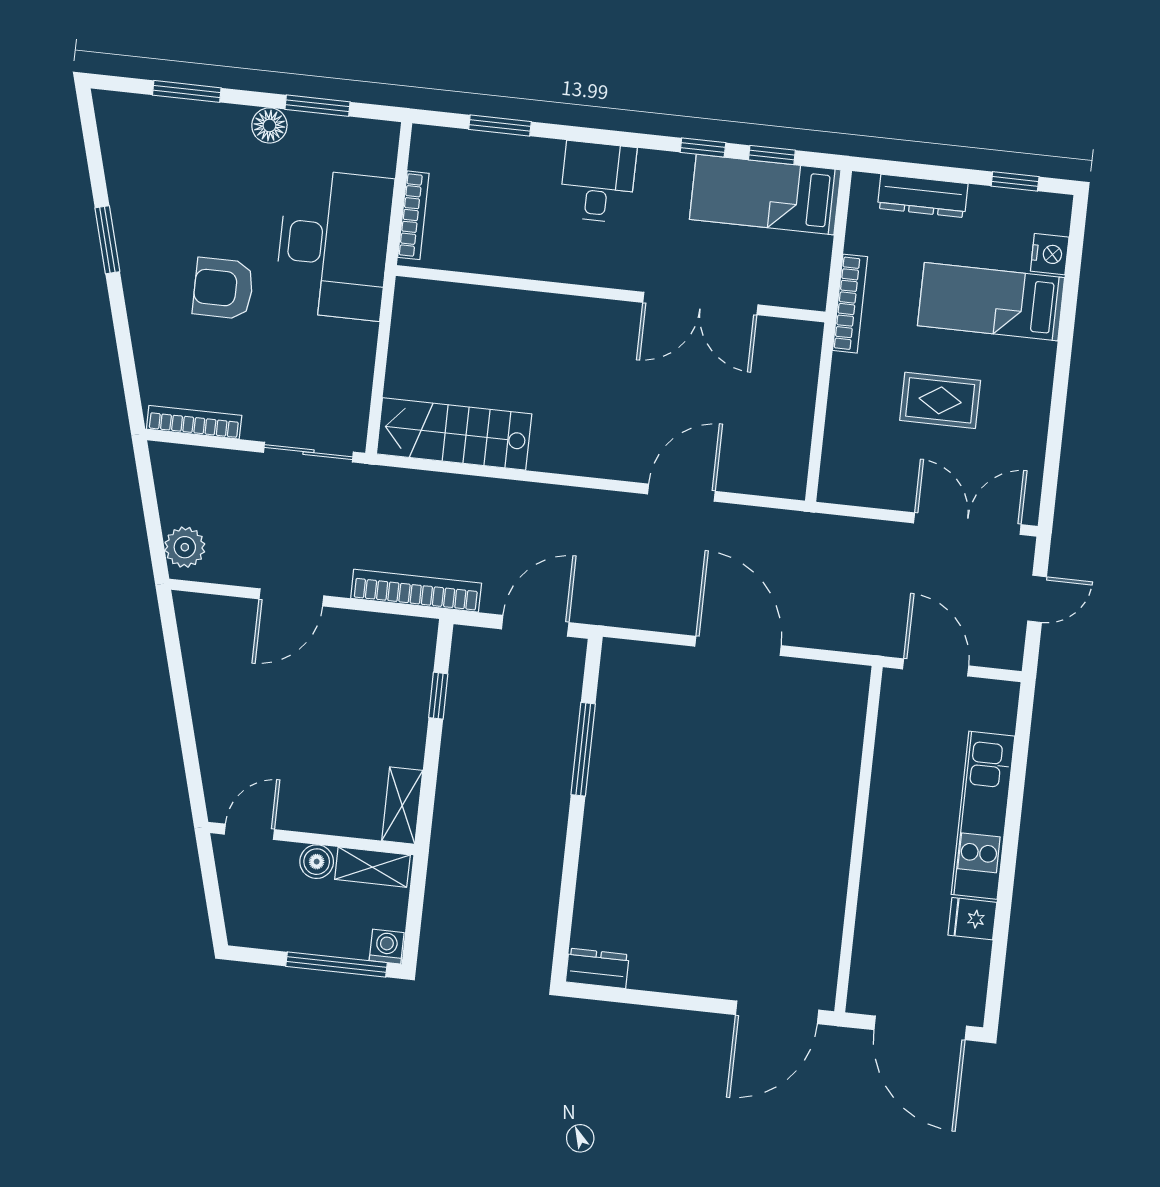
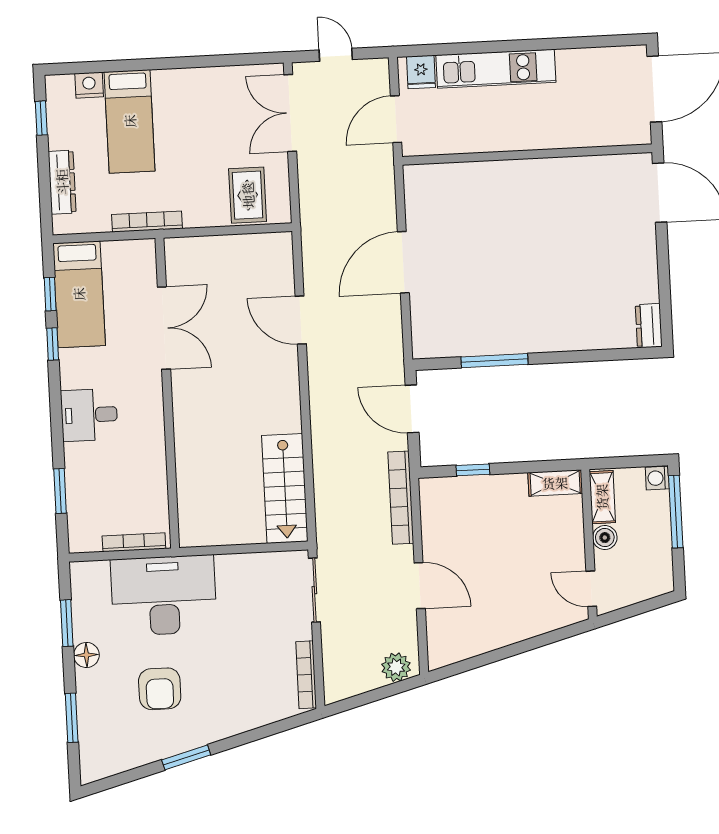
armchair: (223, 288) -> (160, 689), moved
rug: (940, 400) -> (248, 195), moved
fridge: (972, 919) -> (421, 72), moved

